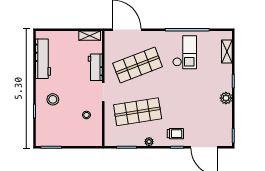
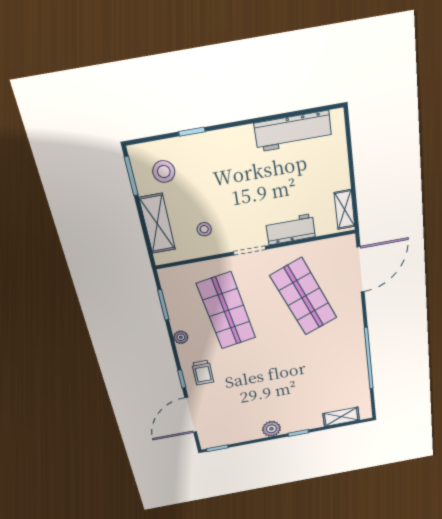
checkout: (185, 52) -> (333, 361), removed
stool: (53, 99) -> (164, 172), moved
shelving: (79, 140) -> (157, 224), added

